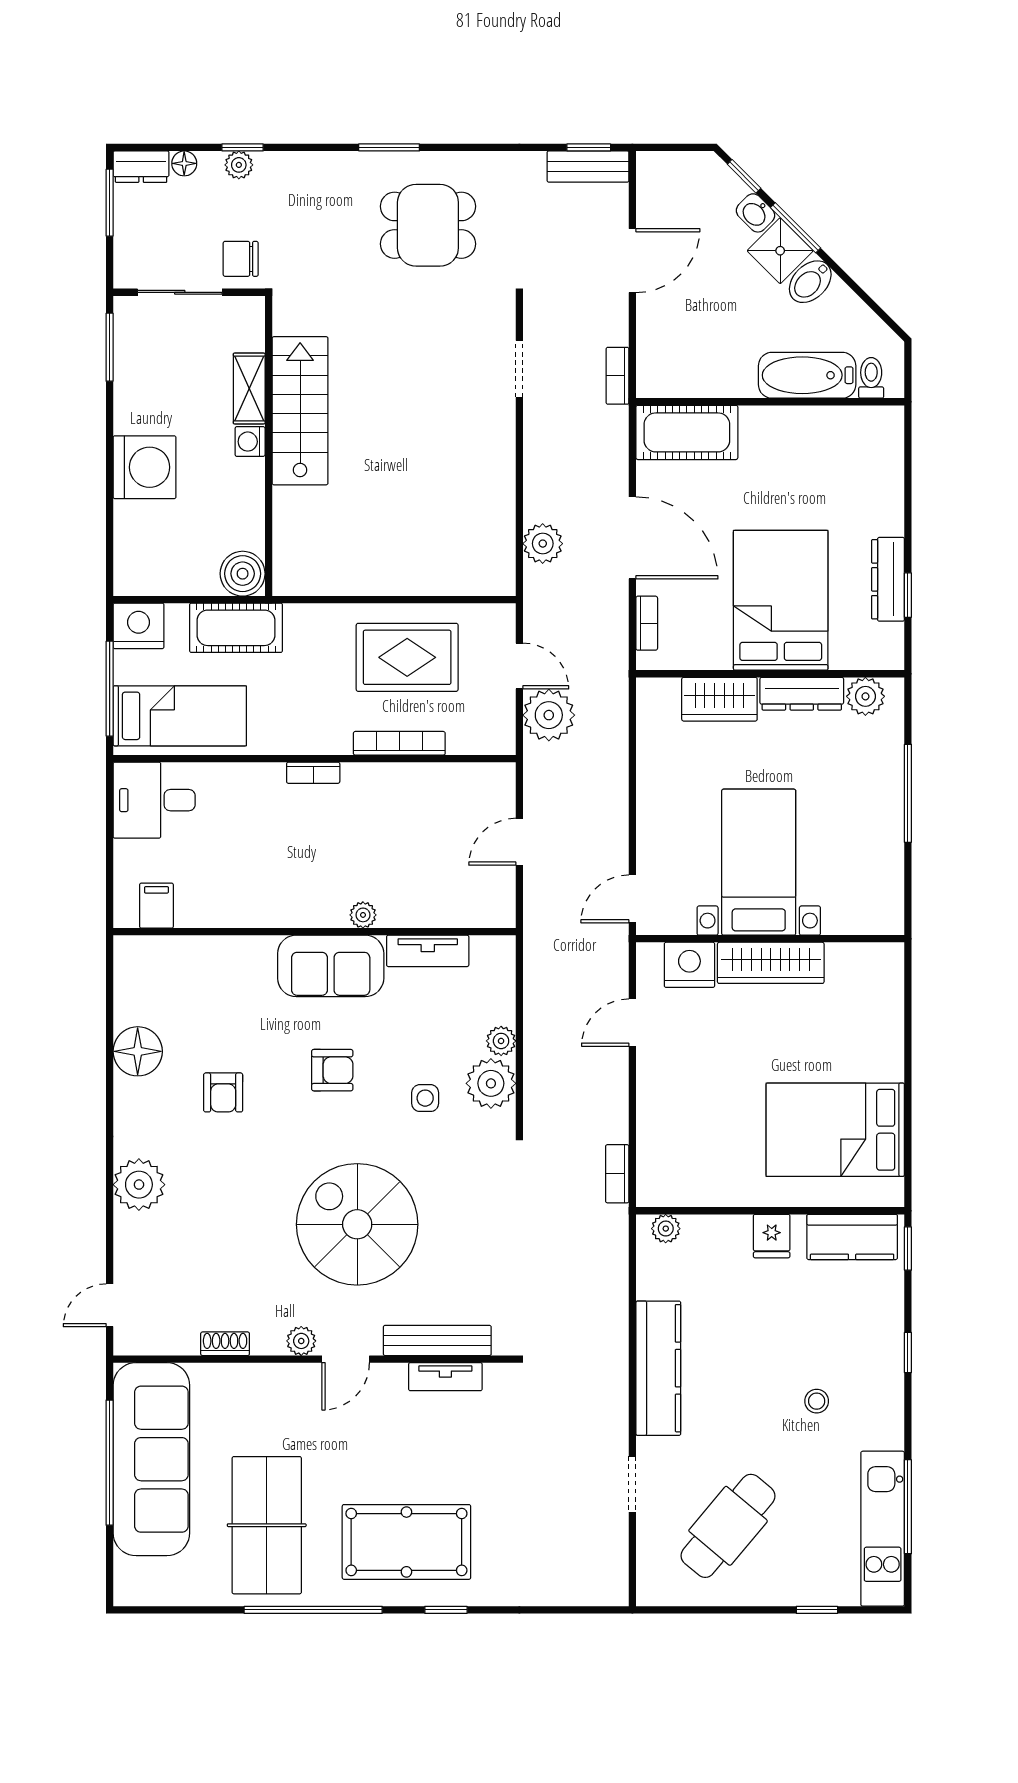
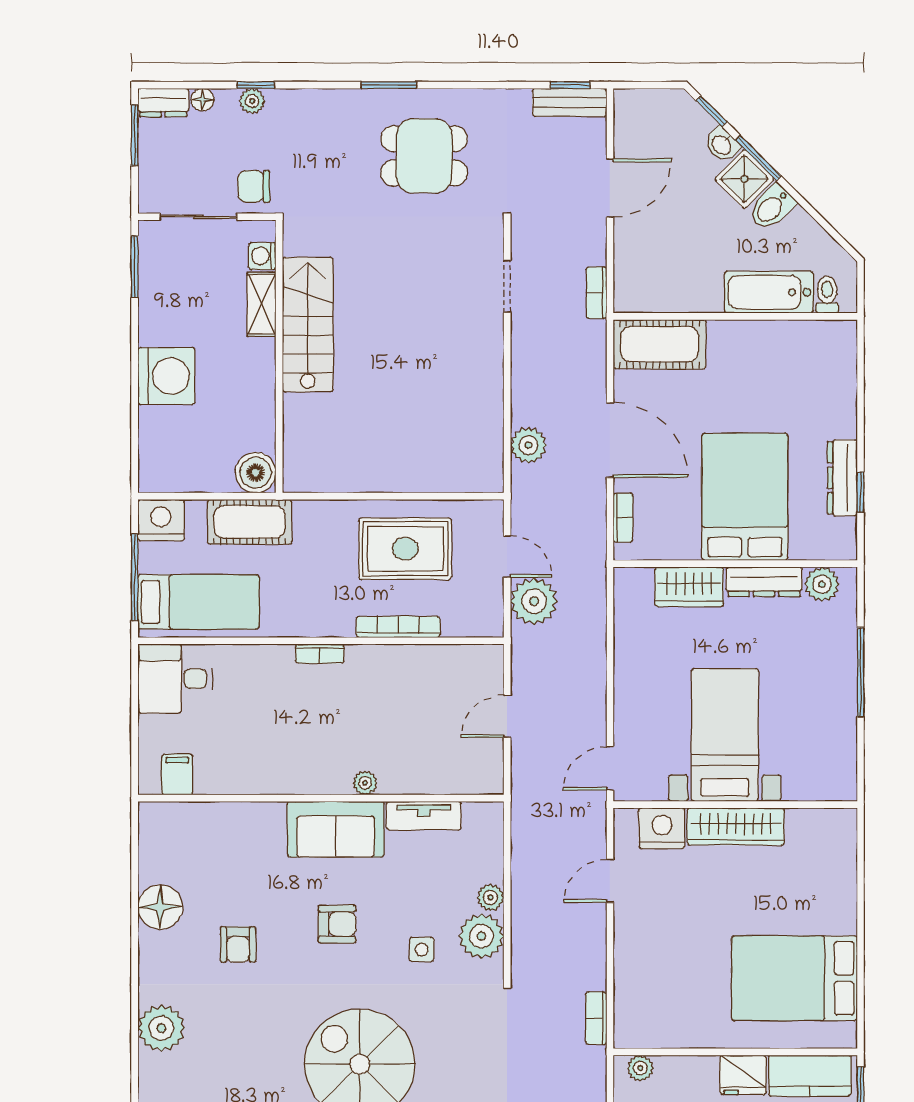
washing machine: (250, 442) -> (262, 256), moved
fridge: (772, 1236) -> (743, 1075), width x1.38

